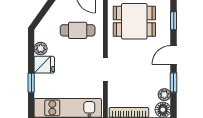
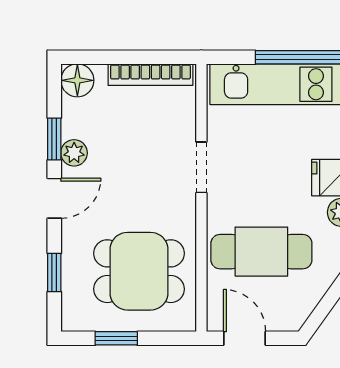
cafe table: (78, 30) -> (261, 252), width x1.37, depth x1.35
plant: (164, 95) -> (74, 153), moved

